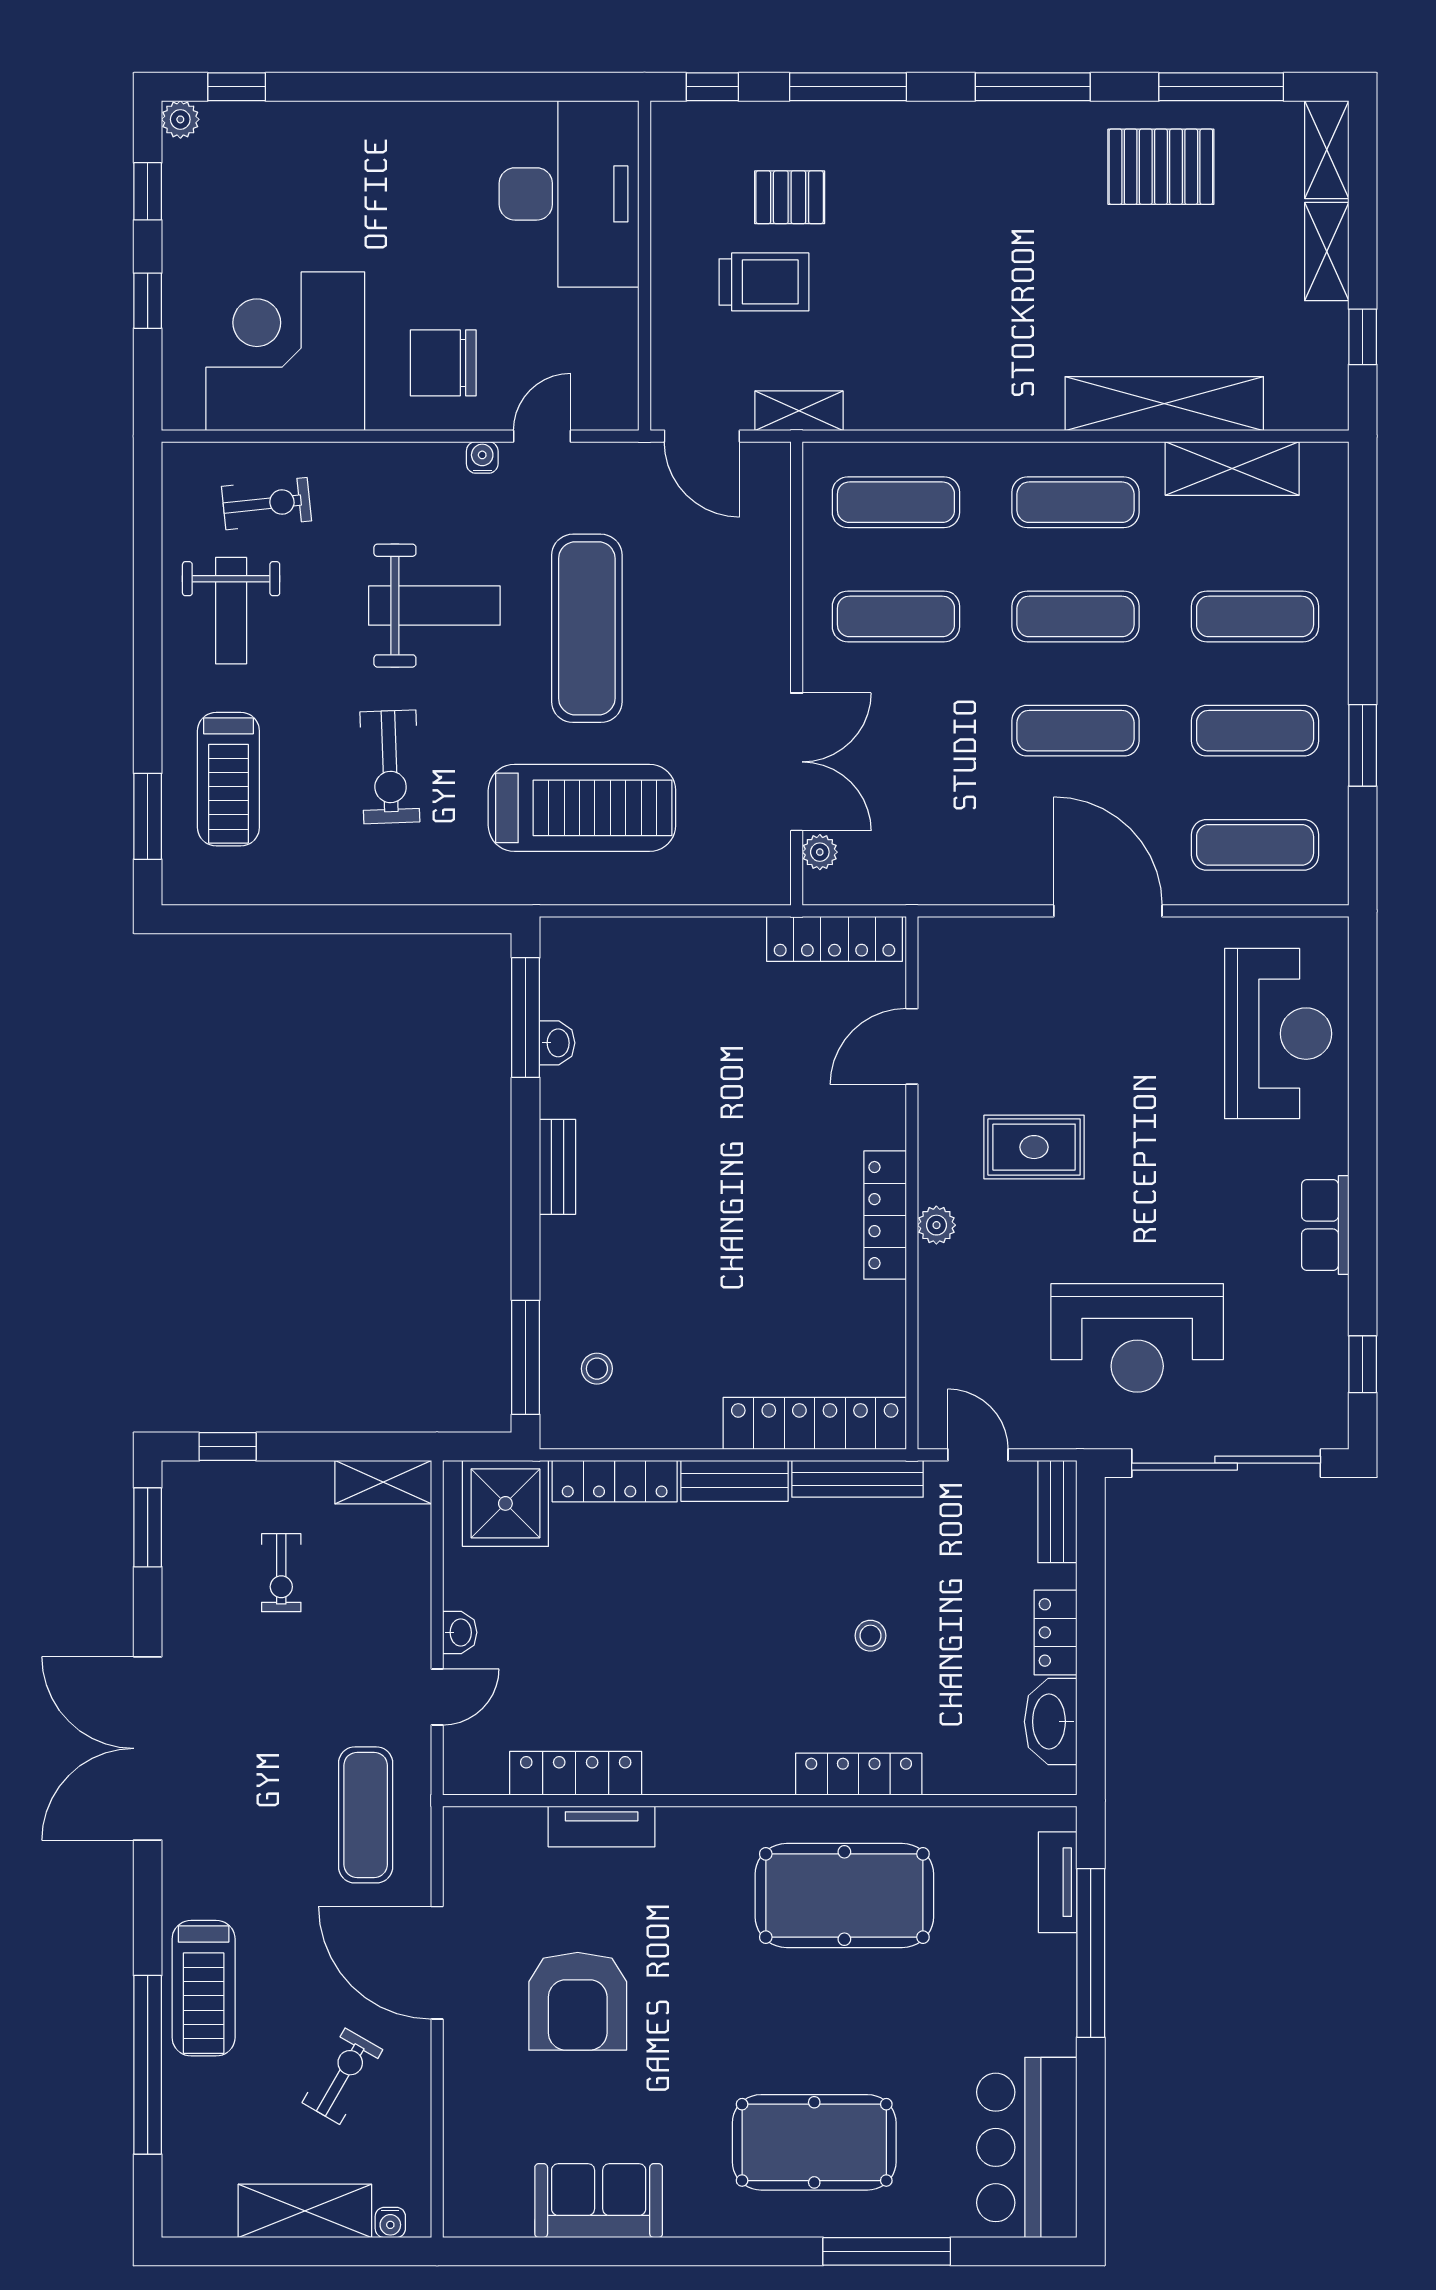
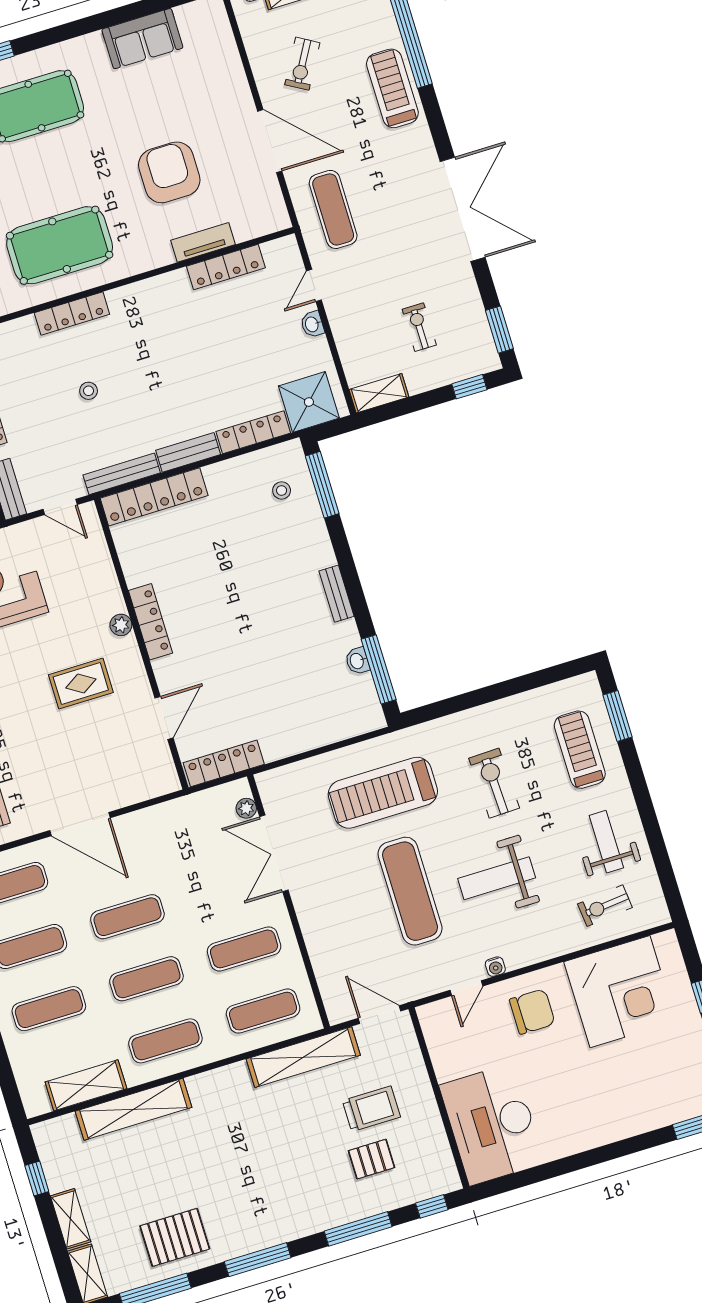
trolley: (764, 282) -> (371, 1109), turned 180
shelving: (799, 411) -> (303, 1057), width x2.20, depth x1.33
armchair: (578, 2001) -> (169, 172), moved

